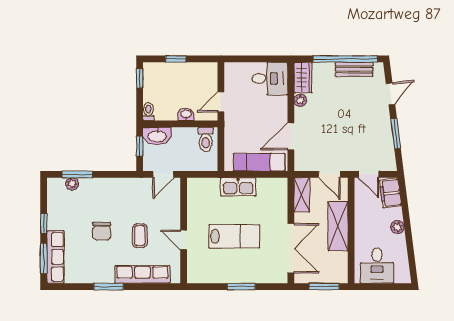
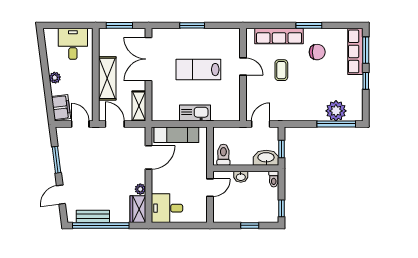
window: (77, 174) -> (336, 124), width x1.44
plant: (72, 184) -> (336, 111), width x1.87, depth x1.87
chair: (102, 231) -> (317, 52), moved, turned 90

